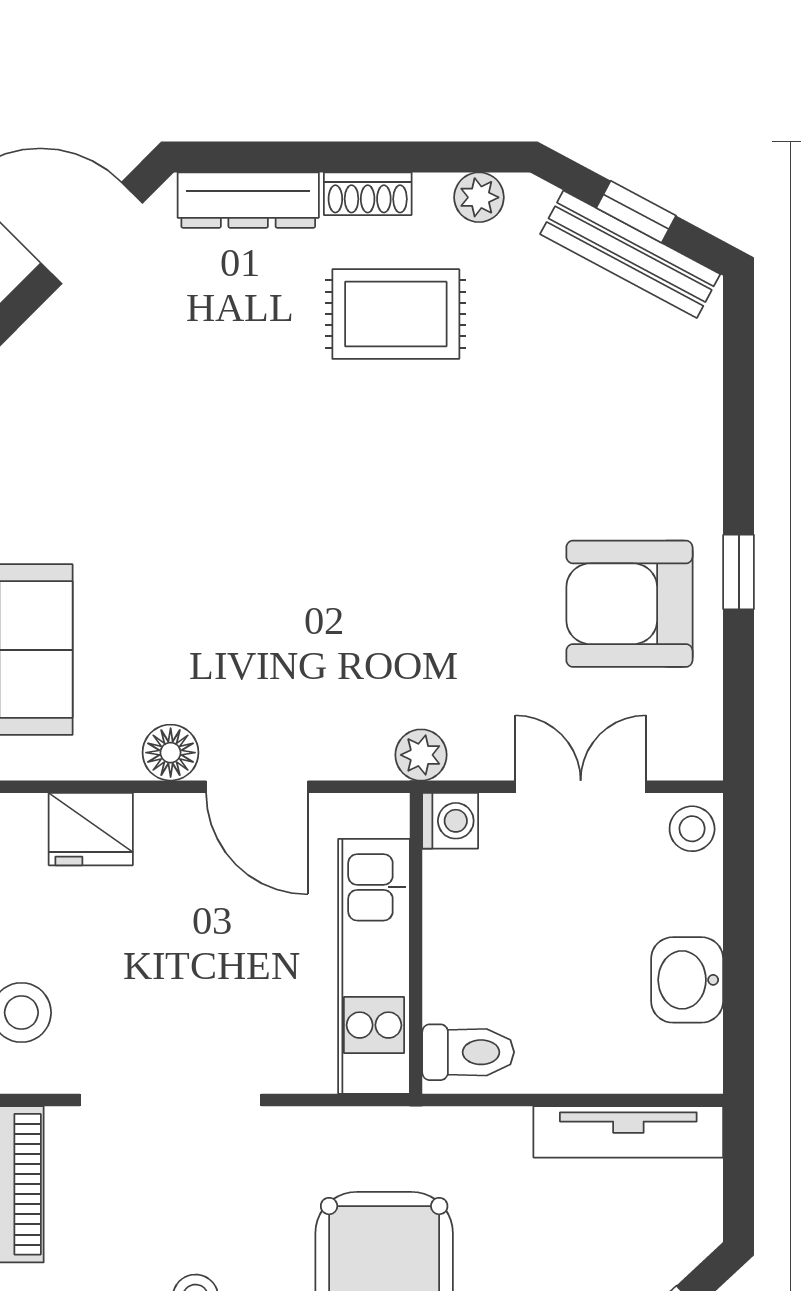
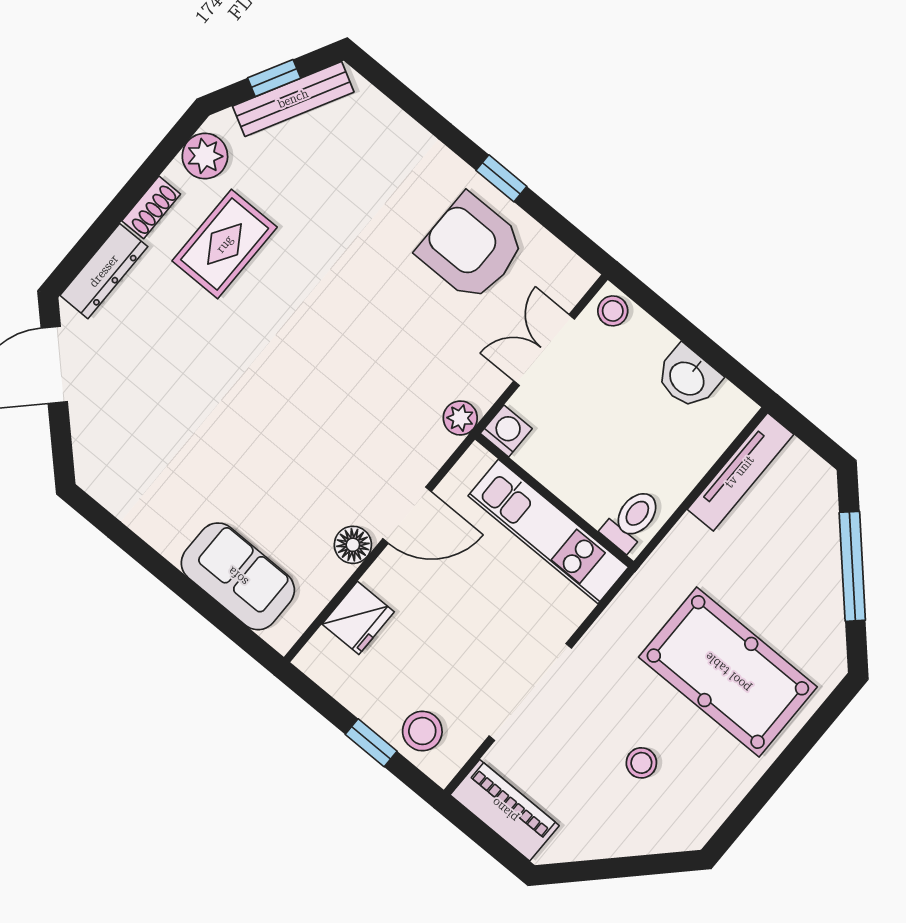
plant: (479, 197) -> (205, 156), width x1.38, depth x1.38
armchair: (629, 604) -> (471, 248), turned 90

